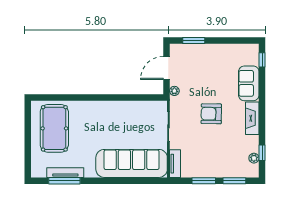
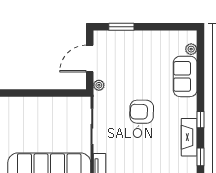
window: (262, 60) -> (201, 120), moved
fireplace: (252, 118) -> (189, 137), moved
plant: (254, 158) -> (191, 49), moved

